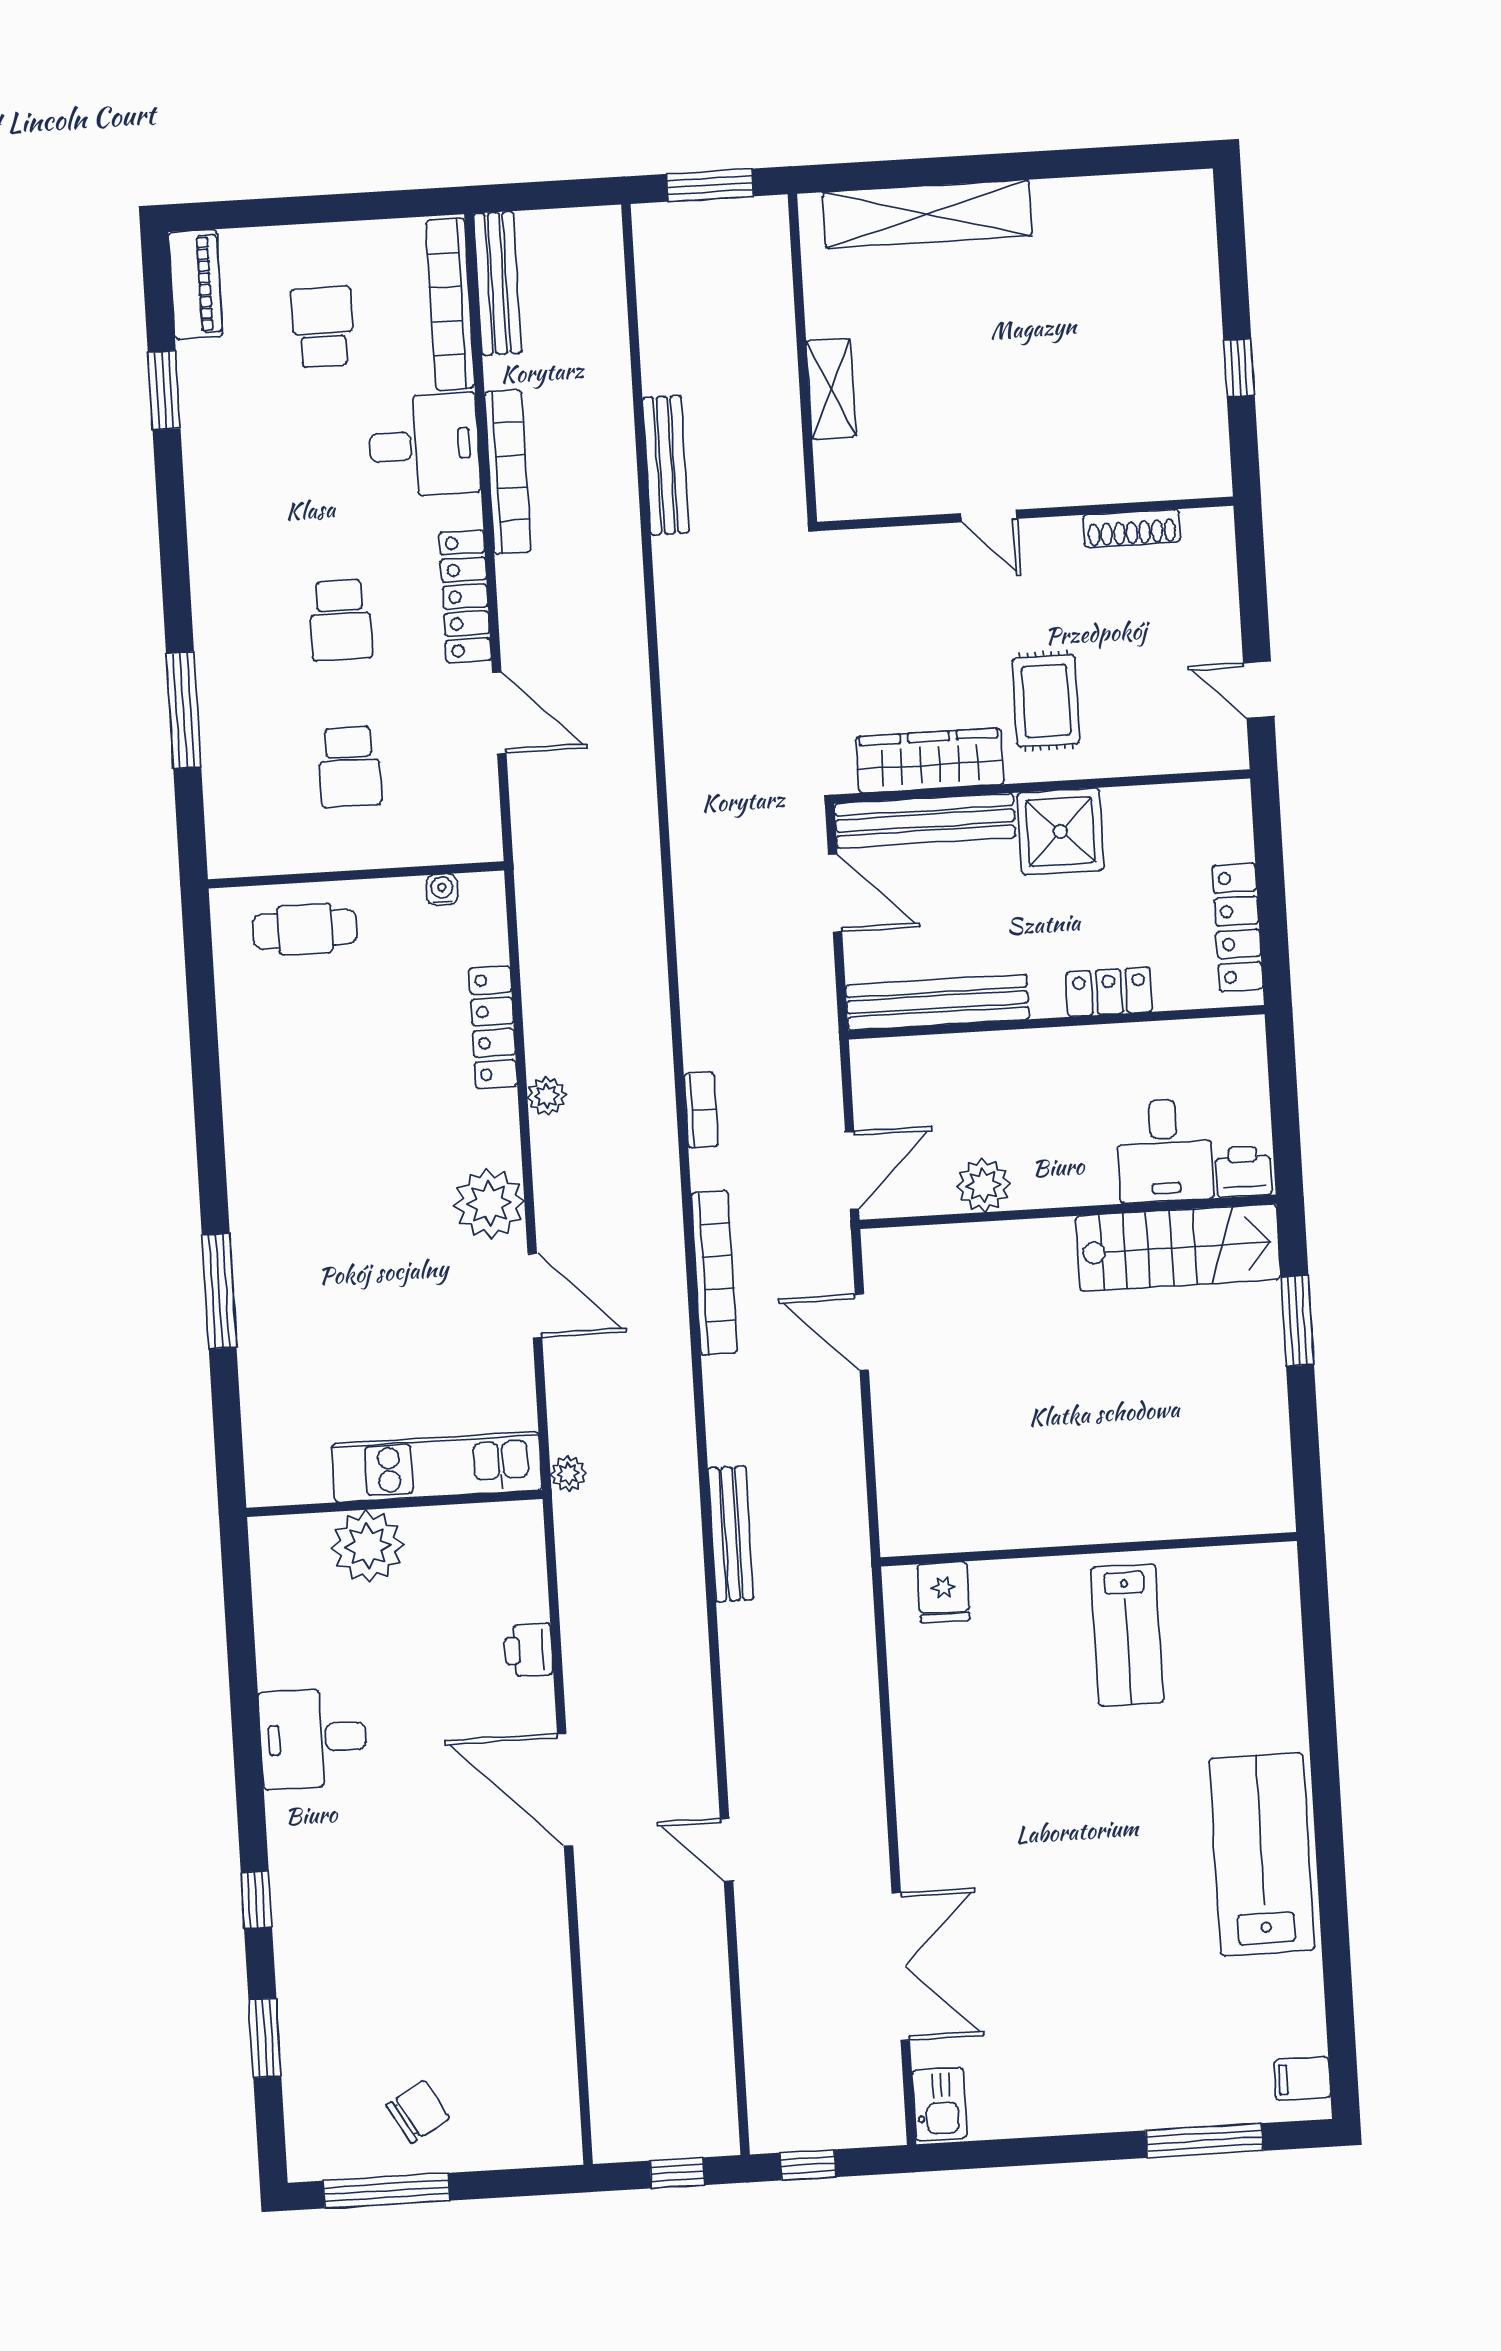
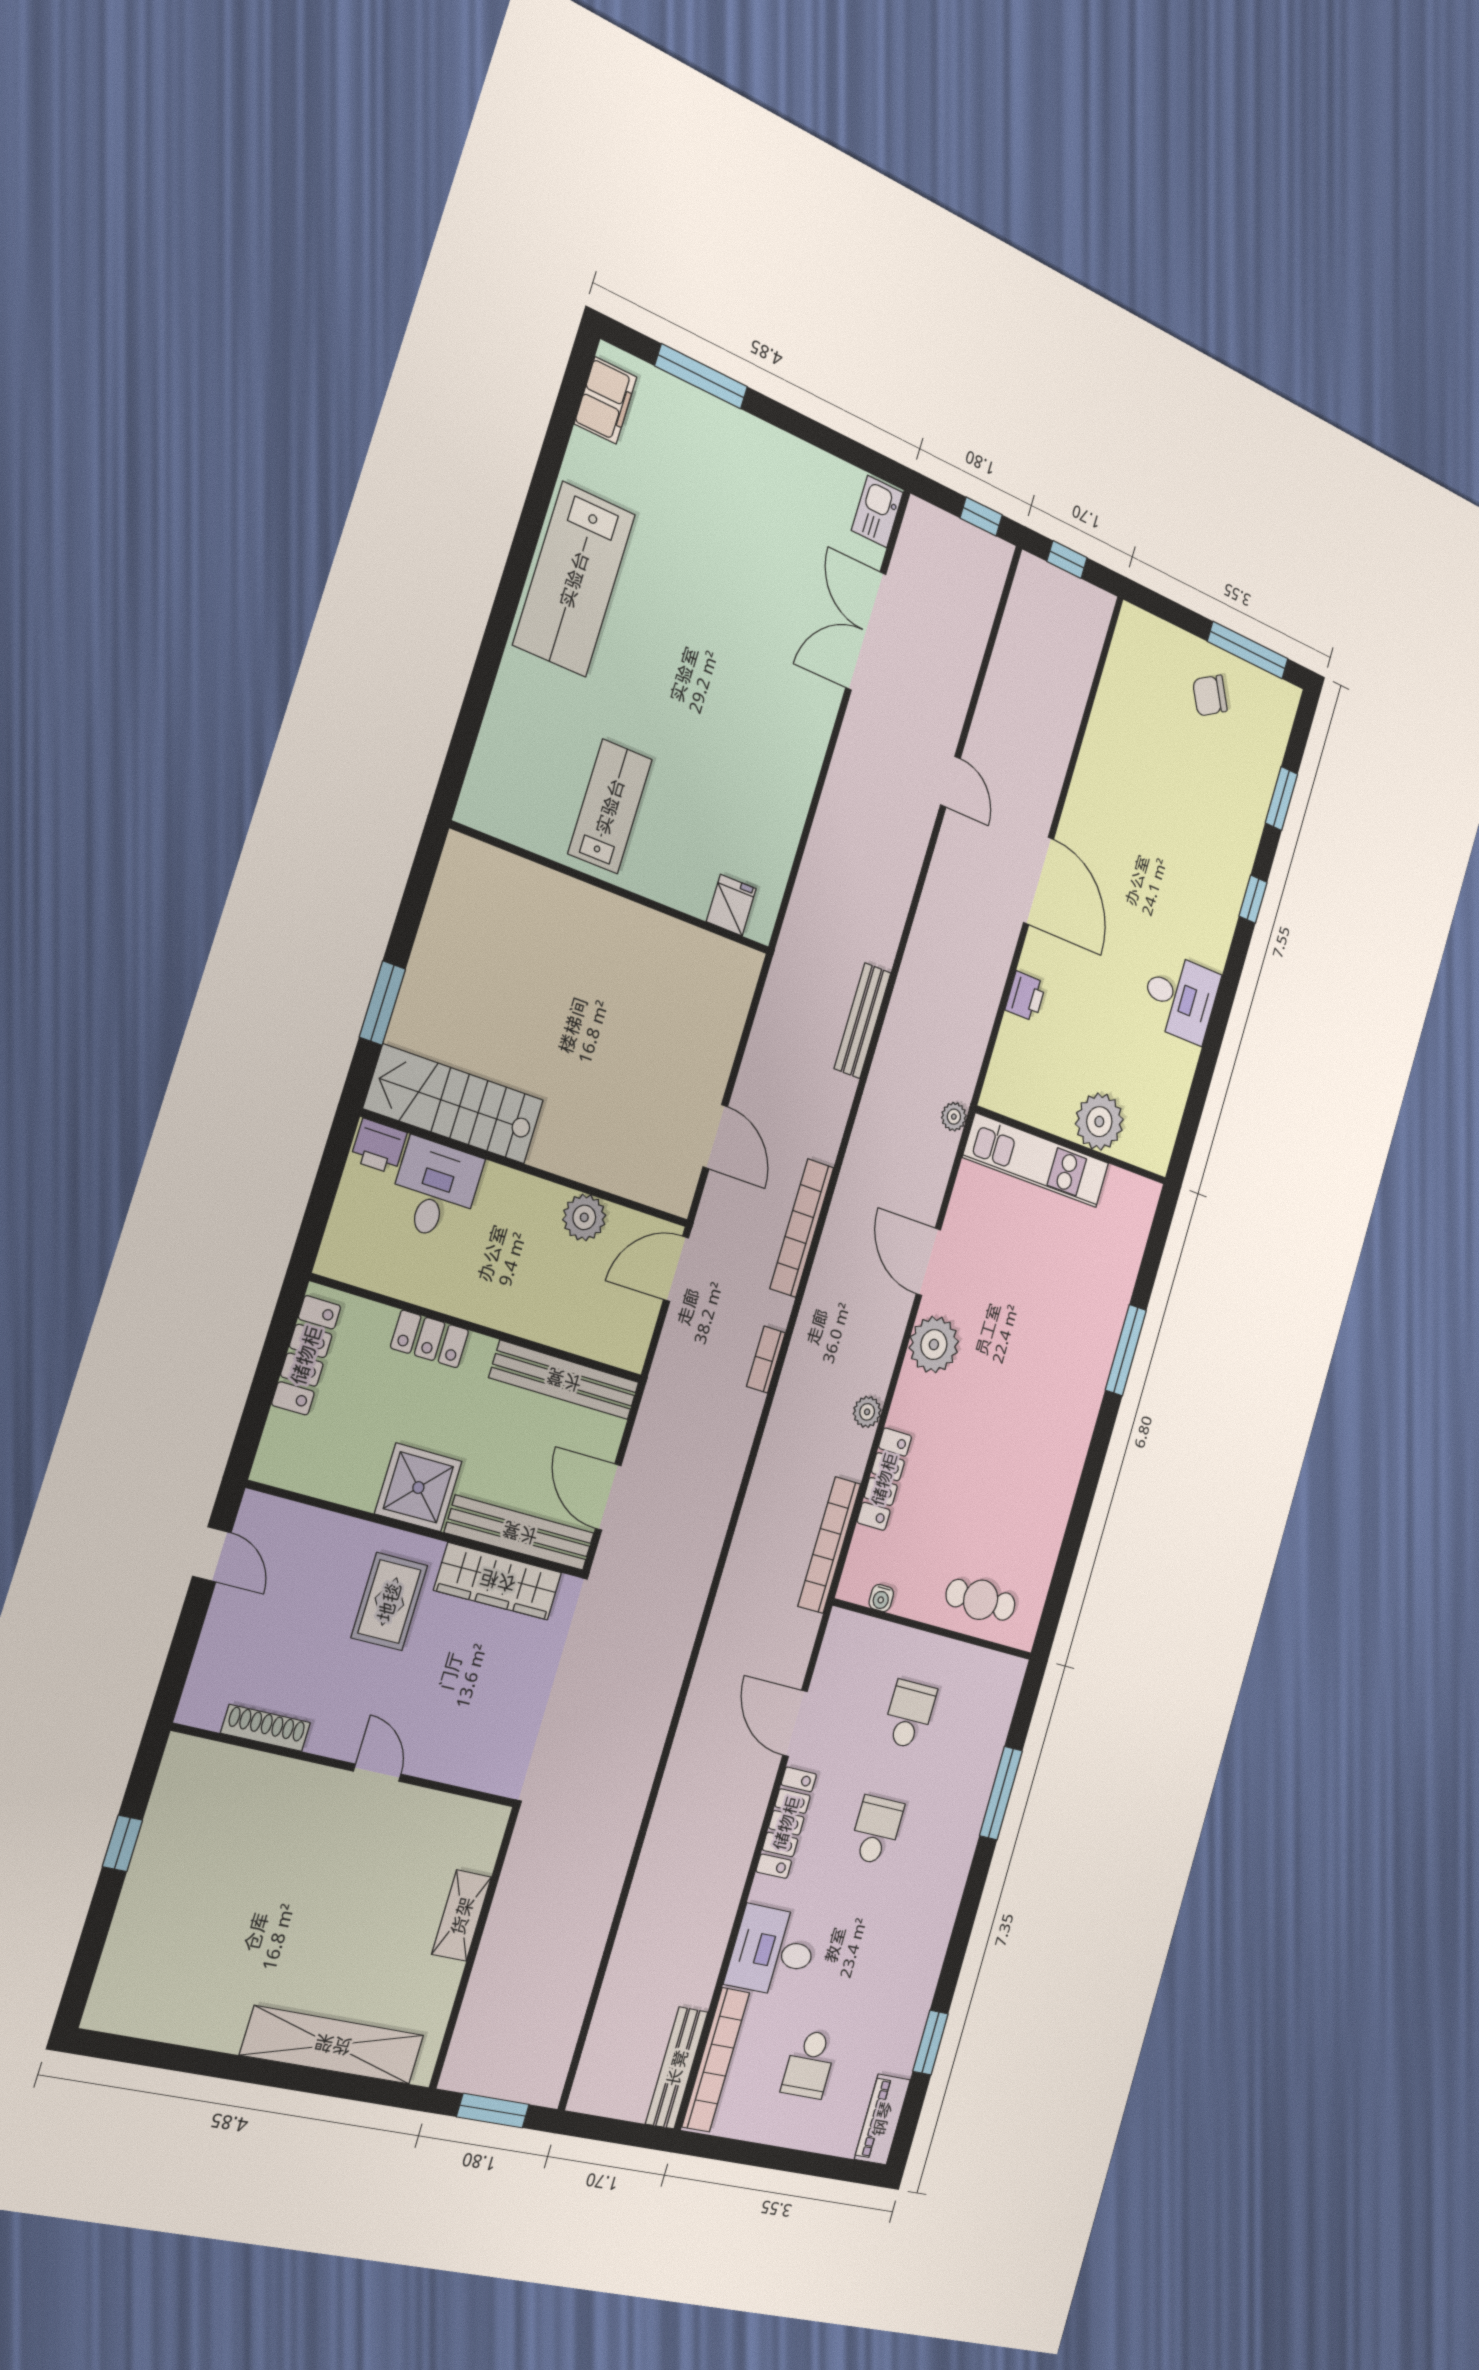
bench: (666, 465) -> (608, 1887), removed
bookcase: (508, 472) -> (829, 1545), moved
filing cabinet: (1302, 2079) -> (606, 400), width x2.00

